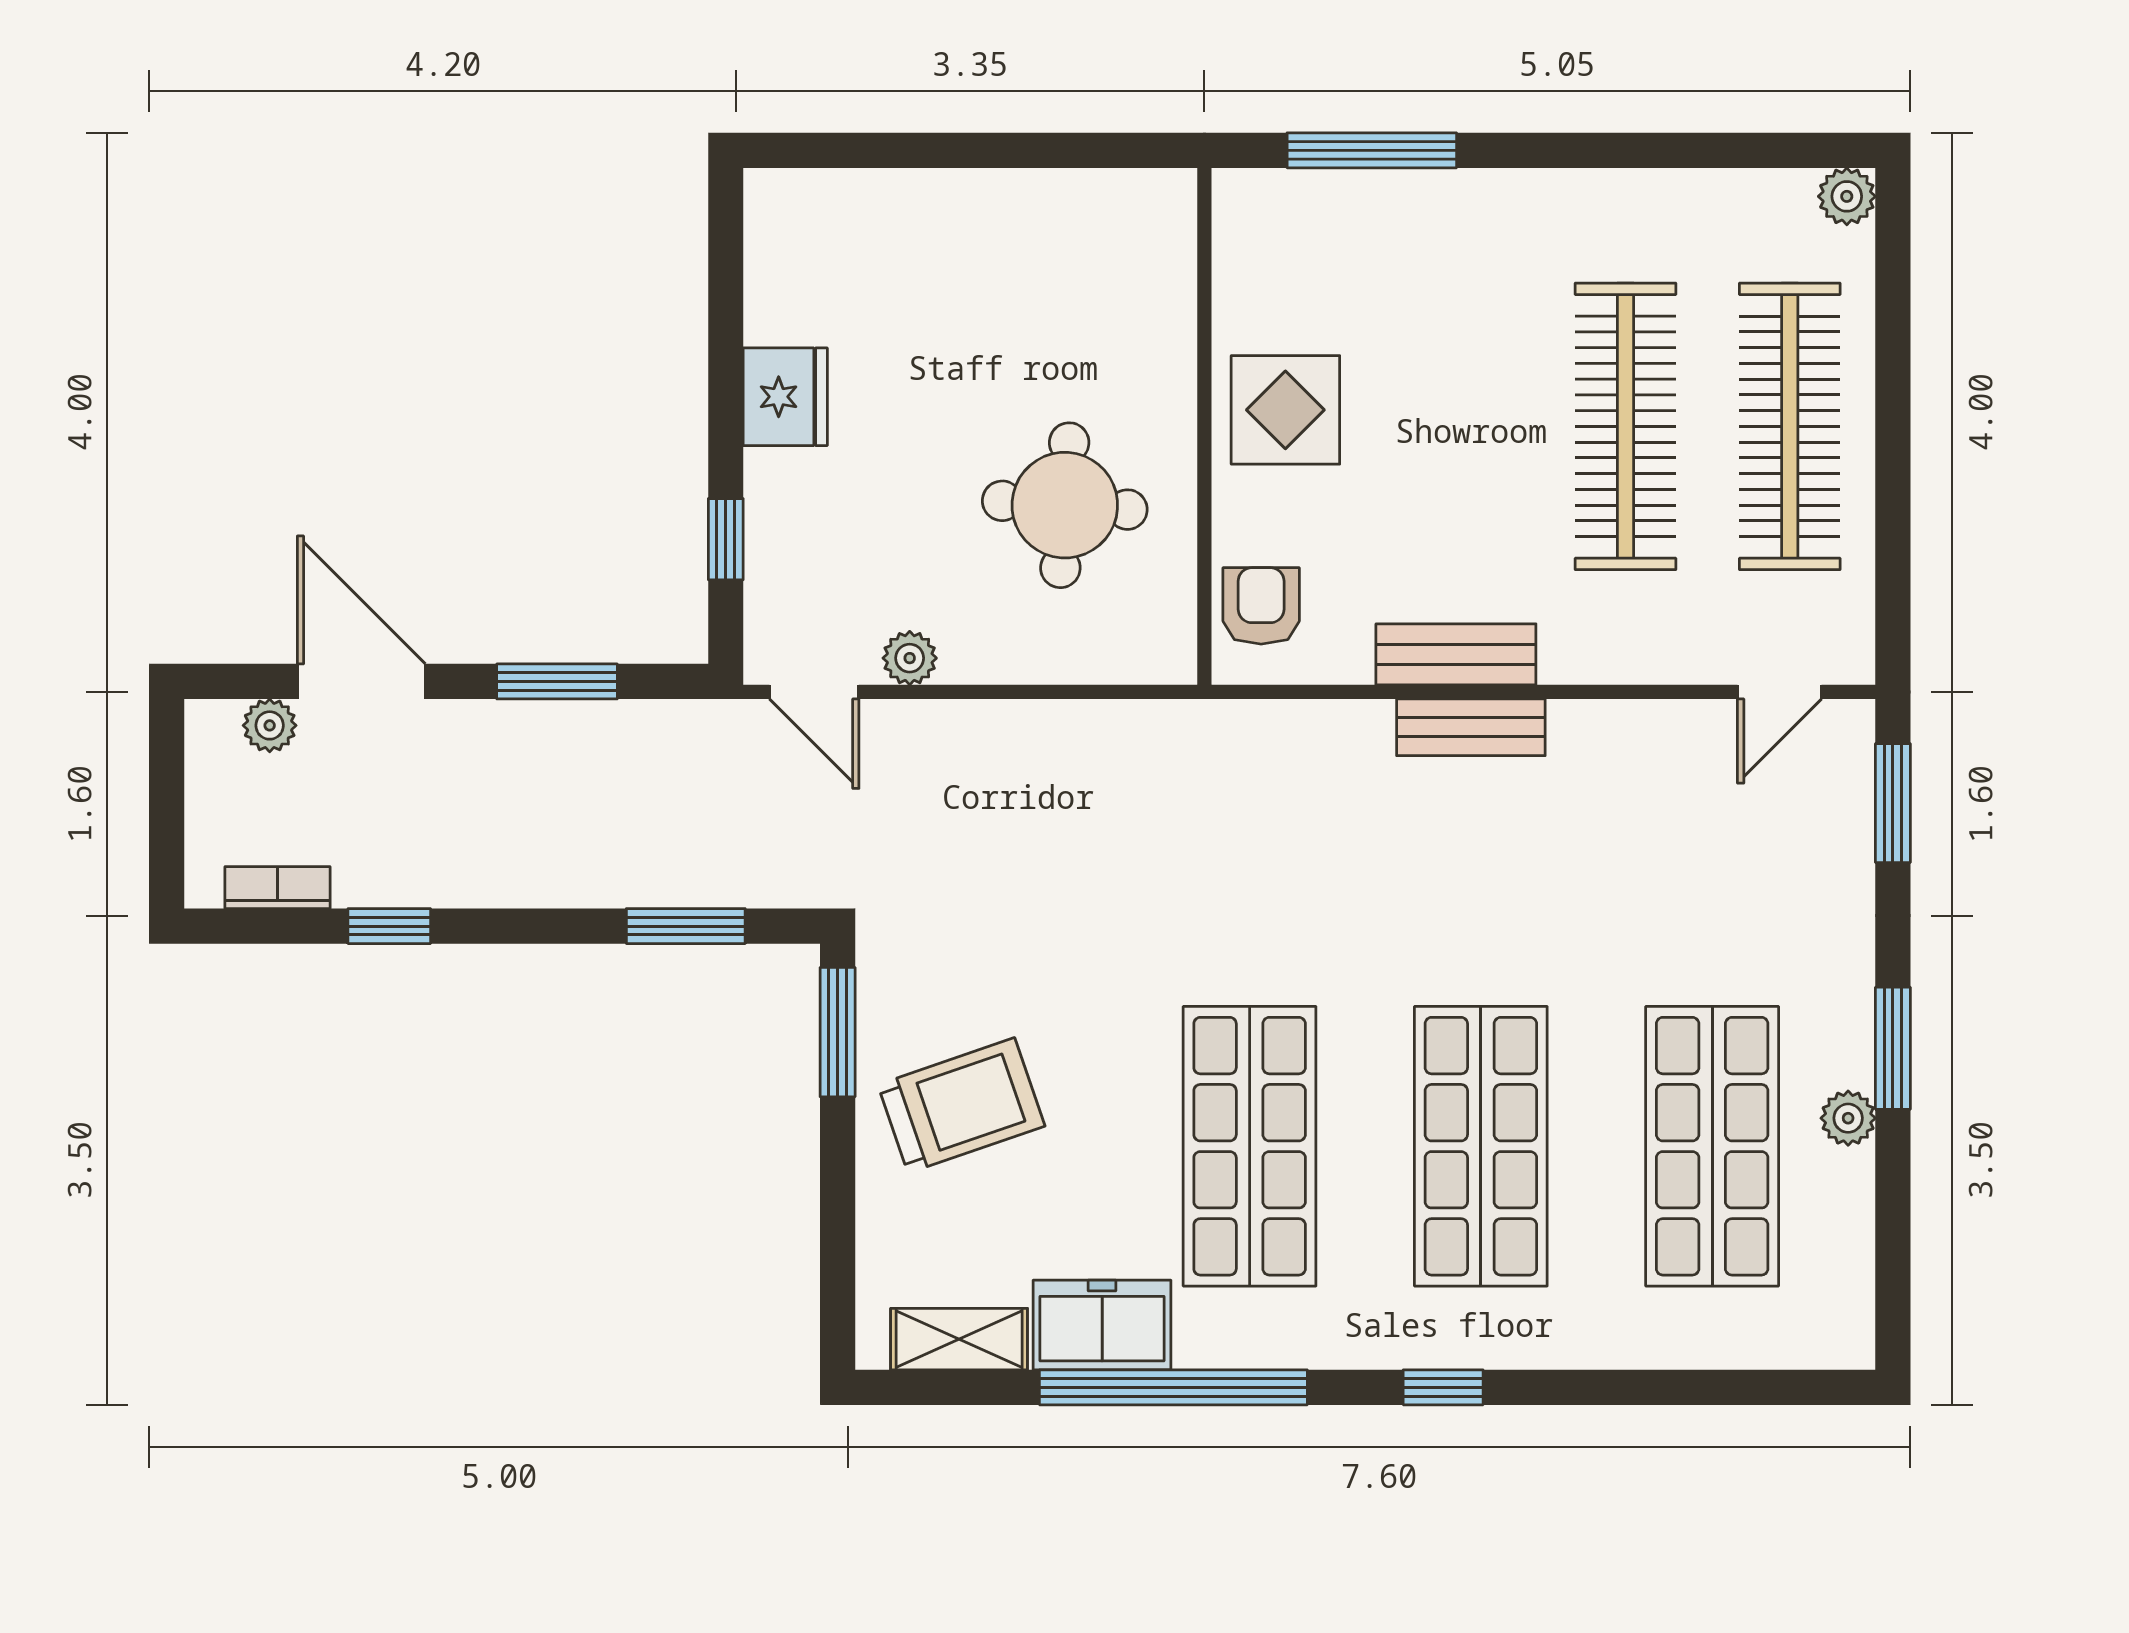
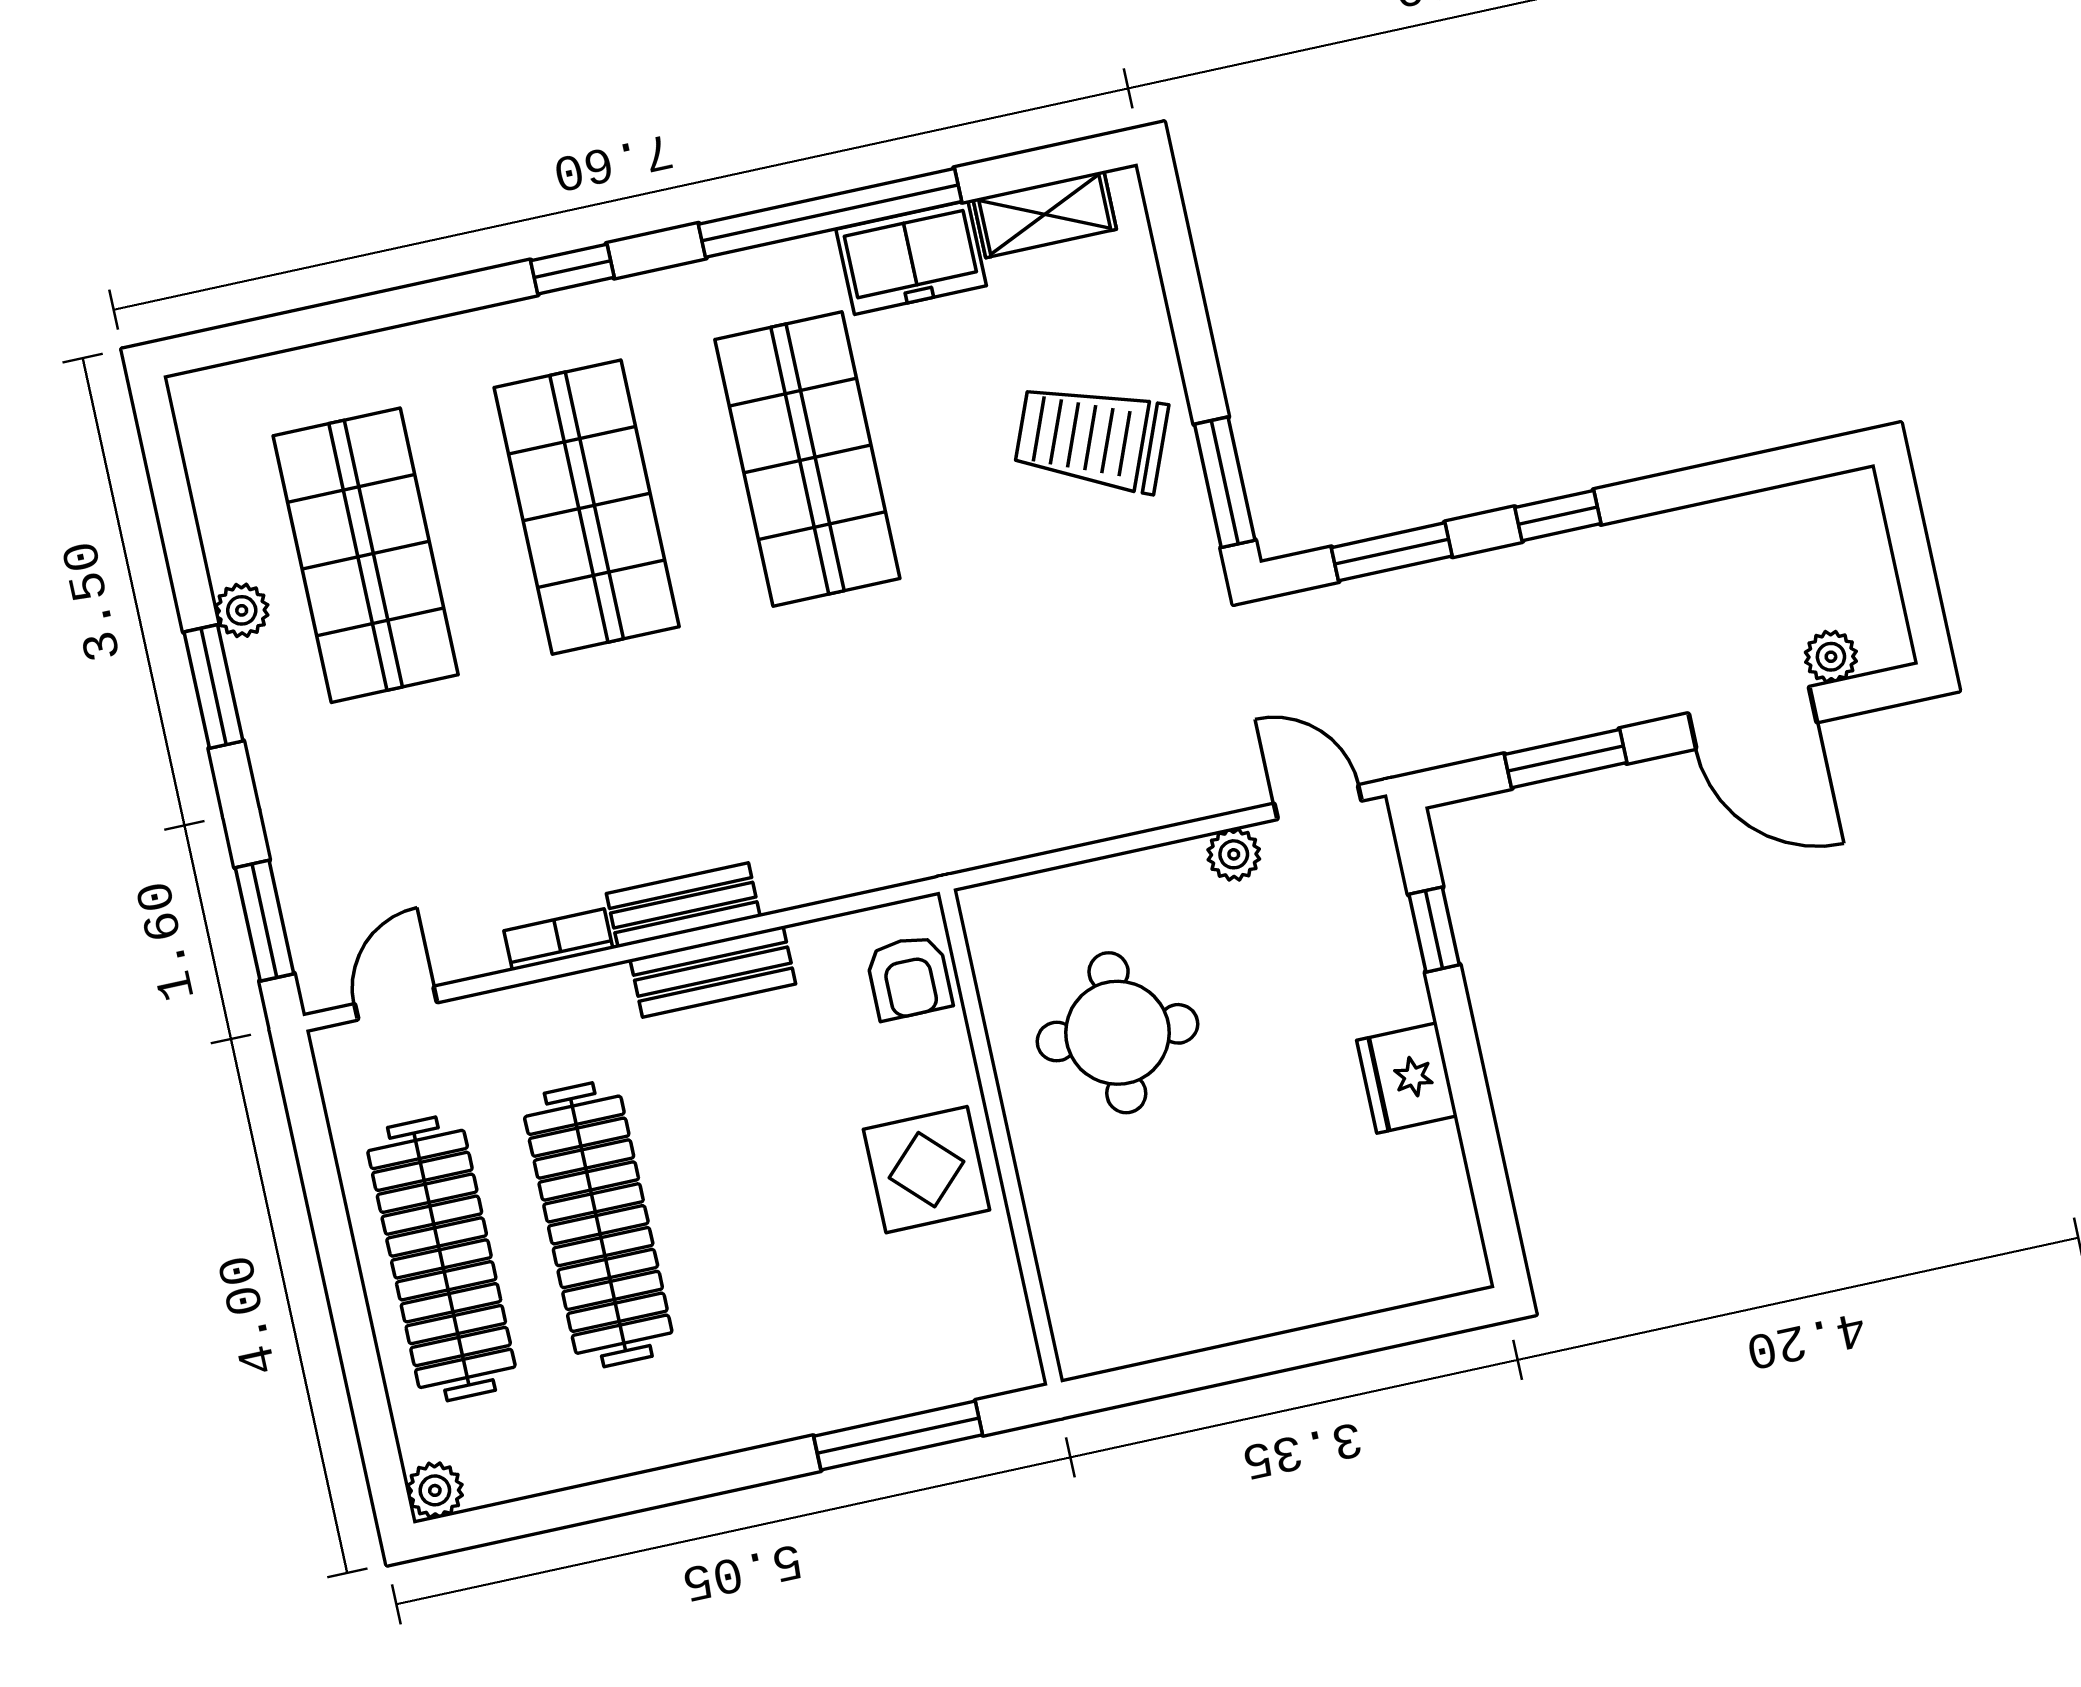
bookcase: (277, 888) -> (558, 940), moved, turned 180
window: (389, 926) -> (1558, 516), moved
trolley: (961, 1105) -> (1091, 438), turned 41

